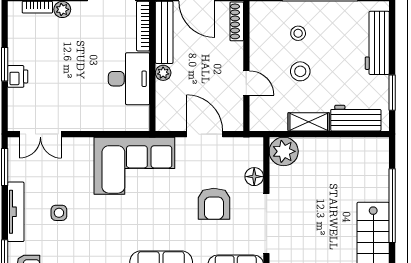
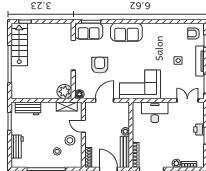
workbench: (377, 43) -> (17, 146), width x0.73
stool: (300, 71) -> (70, 140), moved
desk: (129, 79) -> (155, 112), moved, turned 90
shelving: (309, 122) -> (67, 107), moved
door: (205, 134) -> (104, 100), swing flipped
floor lamp: (254, 177) -> (79, 94), moved

